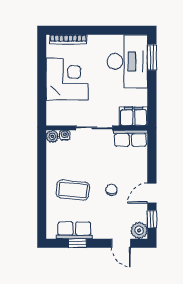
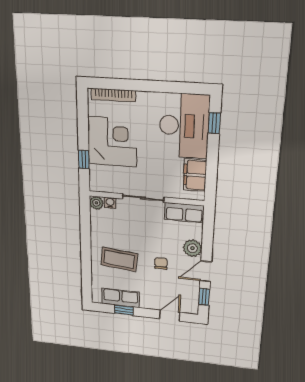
window: (152, 57) -> (214, 123), width x0.67
window: (42, 97) -> (84, 159), added
filing cabinet: (134, 116) -> (195, 175), moved, turned -90
plant: (139, 230) -> (192, 248), moved
door: (121, 243) -> (170, 316), swing flipped

